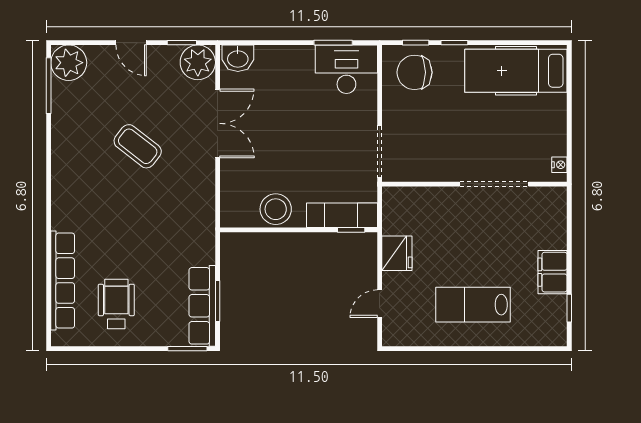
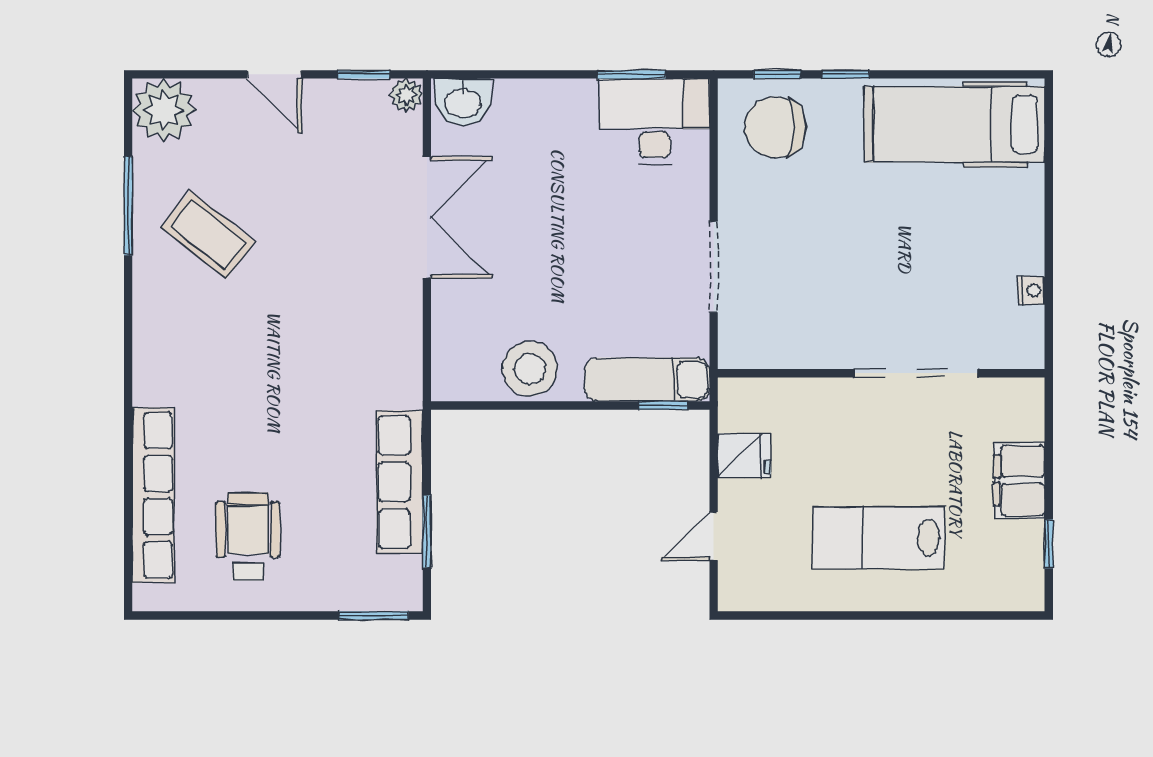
plant: (198, 62) -> (406, 95), width x0.53, depth x0.53
window: (49, 86) -> (128, 206), moved
coffee table: (138, 146) -> (208, 235), moved
wall: (474, 184) -> (881, 373), moved
doorway: (494, 184) -> (916, 373), moved
fridge: (397, 253) -> (744, 456), width x0.72
row of seats: (202, 306) -> (400, 482), moved

